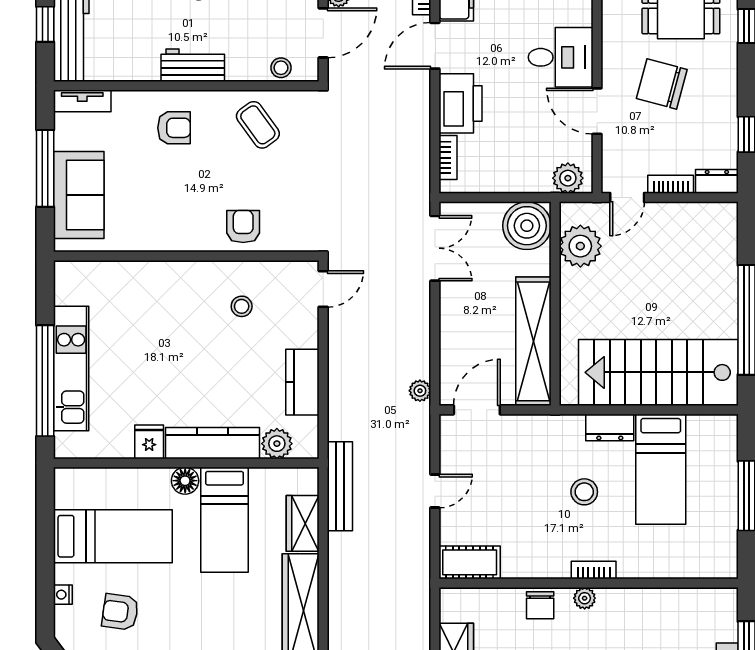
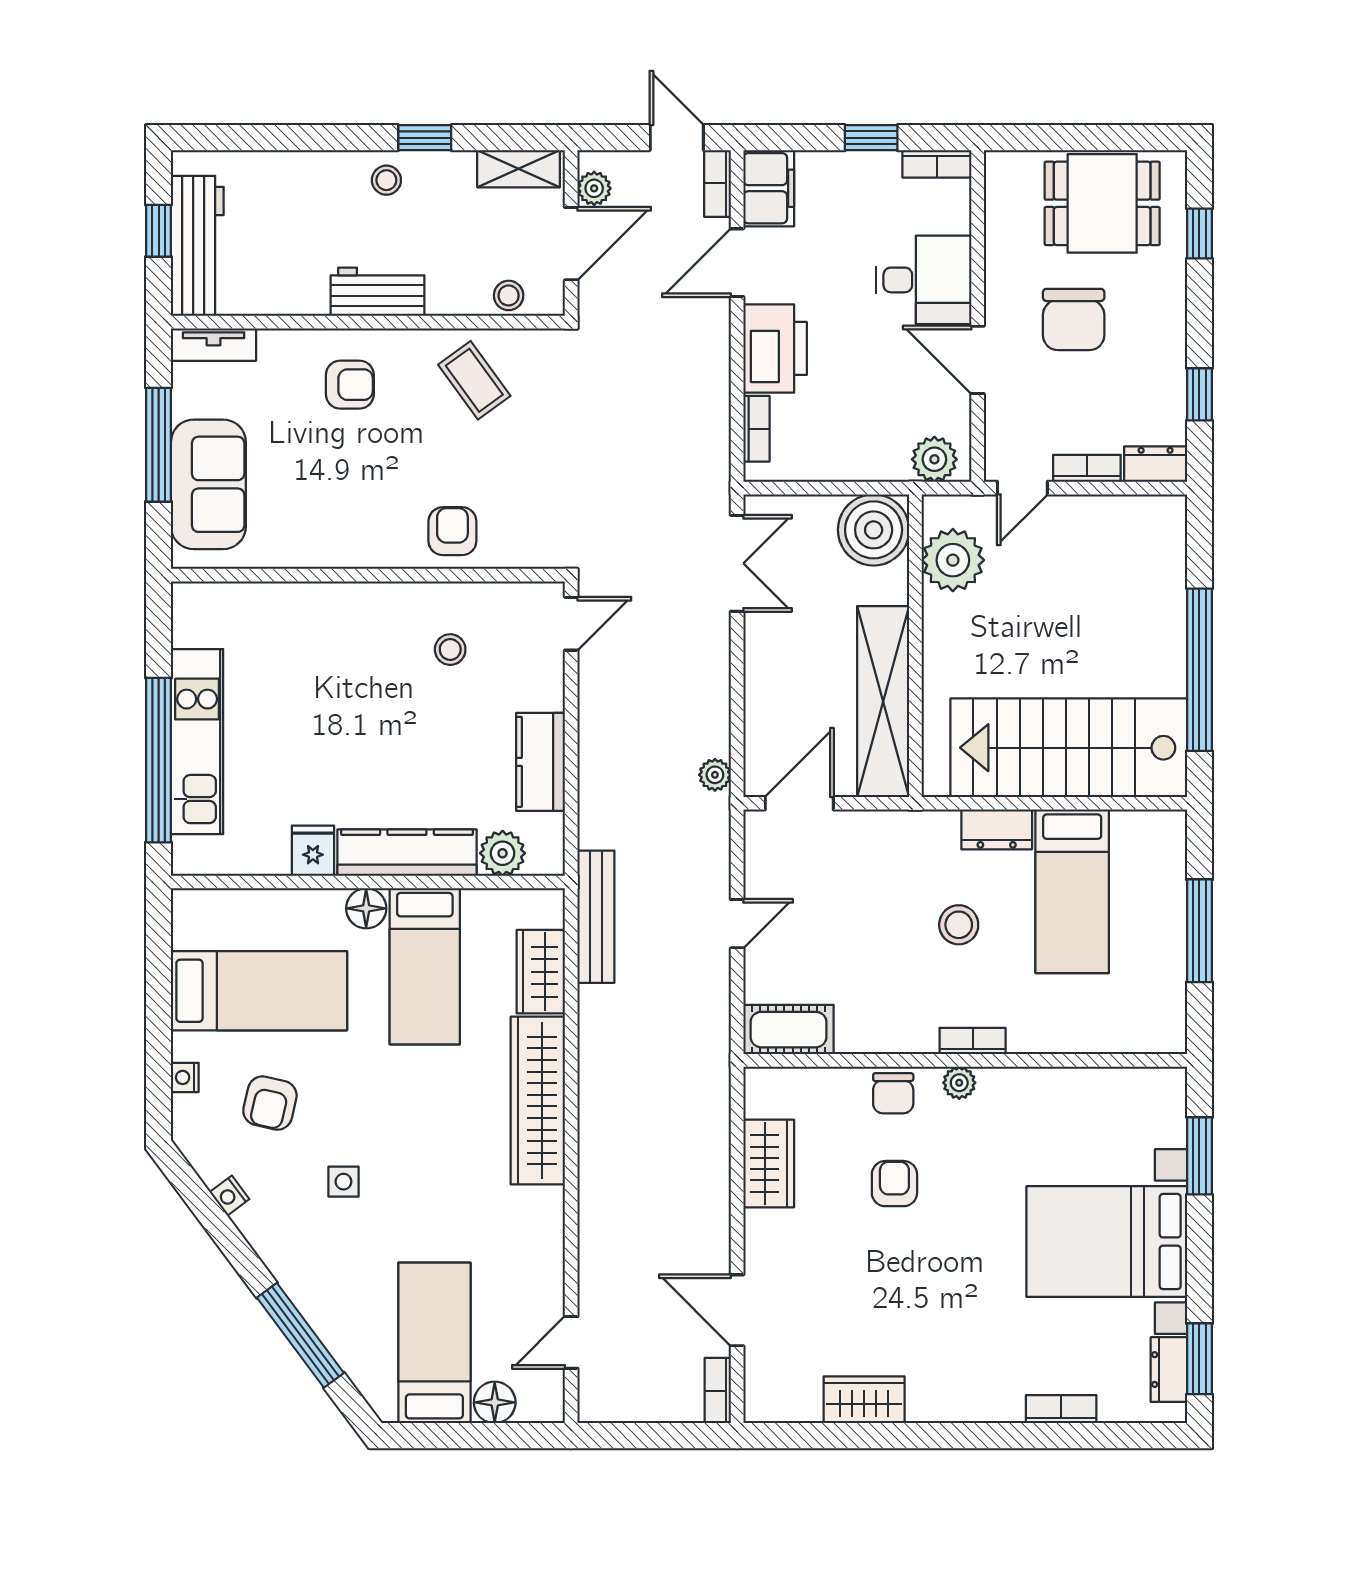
chair: (662, 84) -> (1074, 319), turned -105
armchair: (120, 612) -> (270, 1103), turned -85

